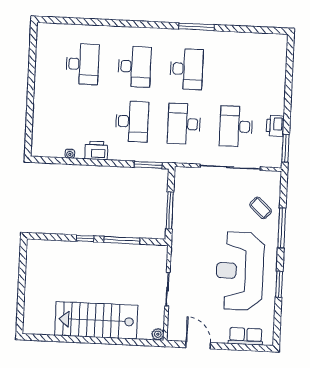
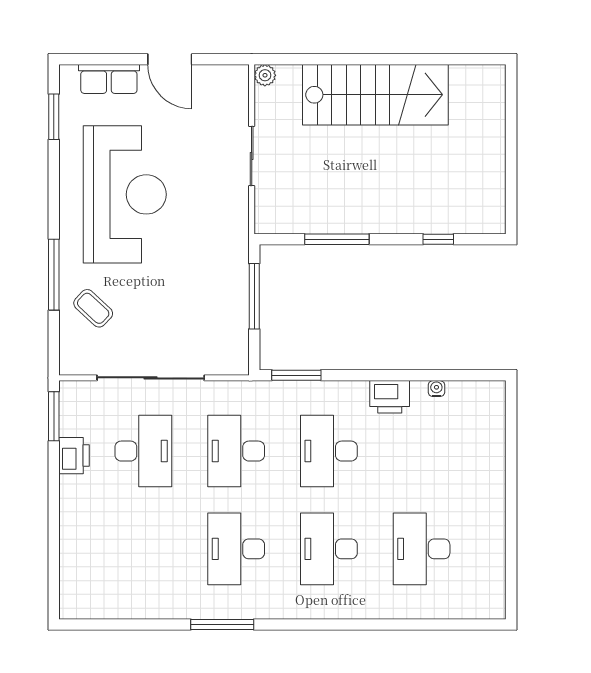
desk: (184, 124) -> (236, 451), turned 180
window: (85, 239) -> (438, 239), moved
window: (279, 284) -> (54, 117), moved
door: (198, 345) -> (170, 59), moved

